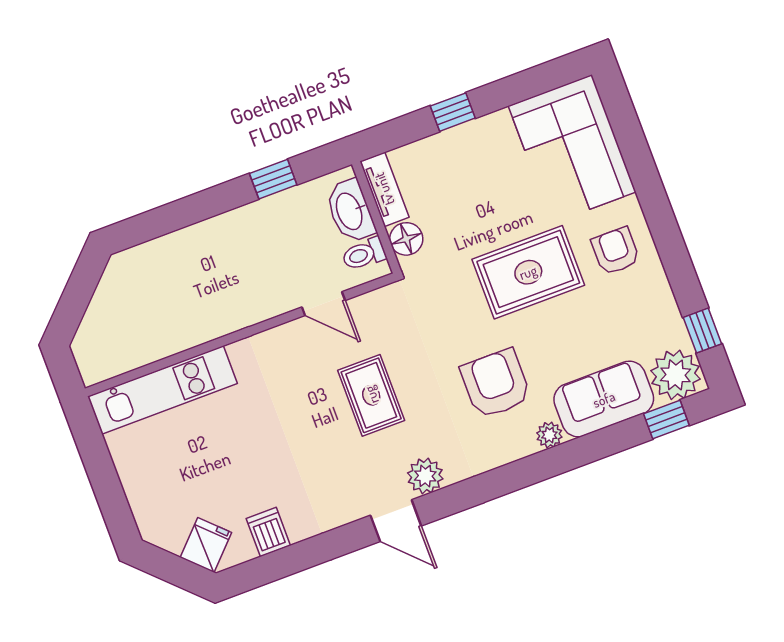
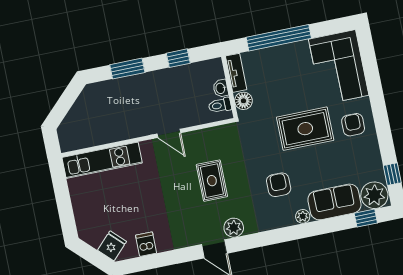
window: (453, 112) -> (279, 38), width x3.17
washbasin: (350, 211) -> (221, 88), width x0.52, depth x0.69
window: (182, 213) -> (127, 69), added
door: (323, 304) -> (169, 133), moved
armchair: (496, 384) -> (279, 185), width x0.72, depth x0.72

